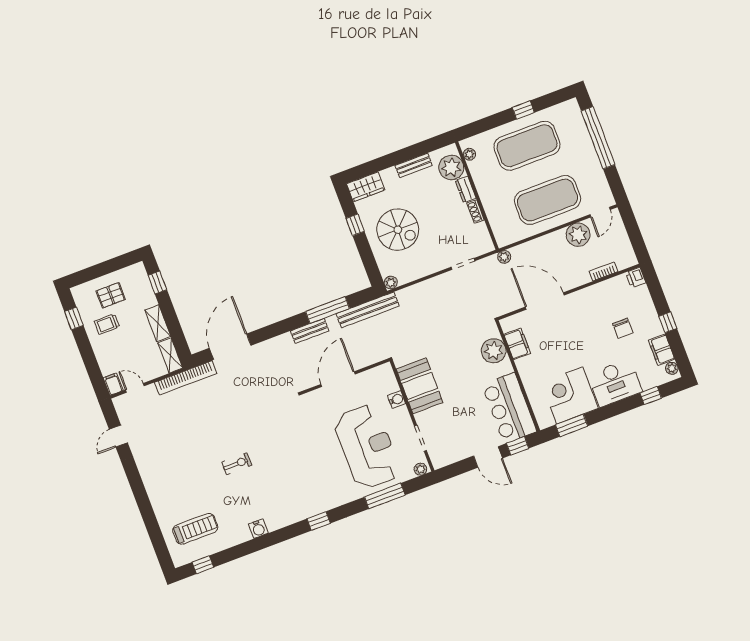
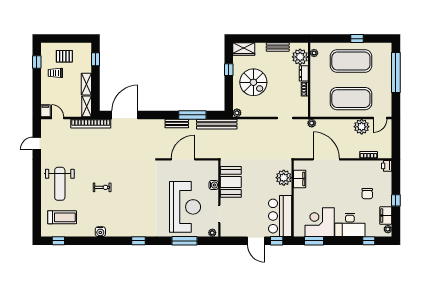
weight bench: (174, 482) -> (60, 184), added

